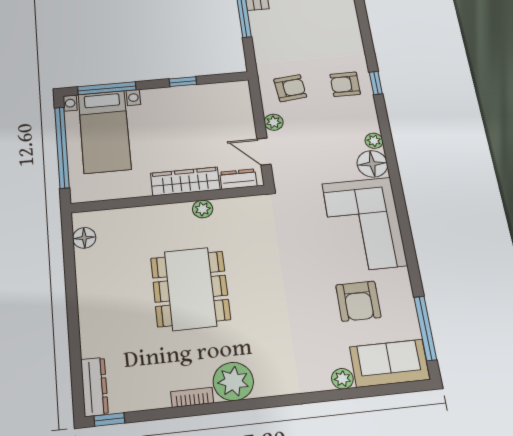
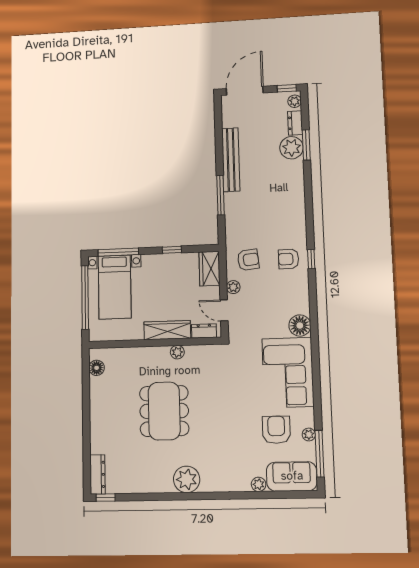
wardrobe: (238, 101) -> (209, 269), added
plant: (374, 141) -> (309, 434), moved
armchair: (358, 301) -> (276, 430), turned 180
bookcase: (192, 397) -> (159, 488), removed

